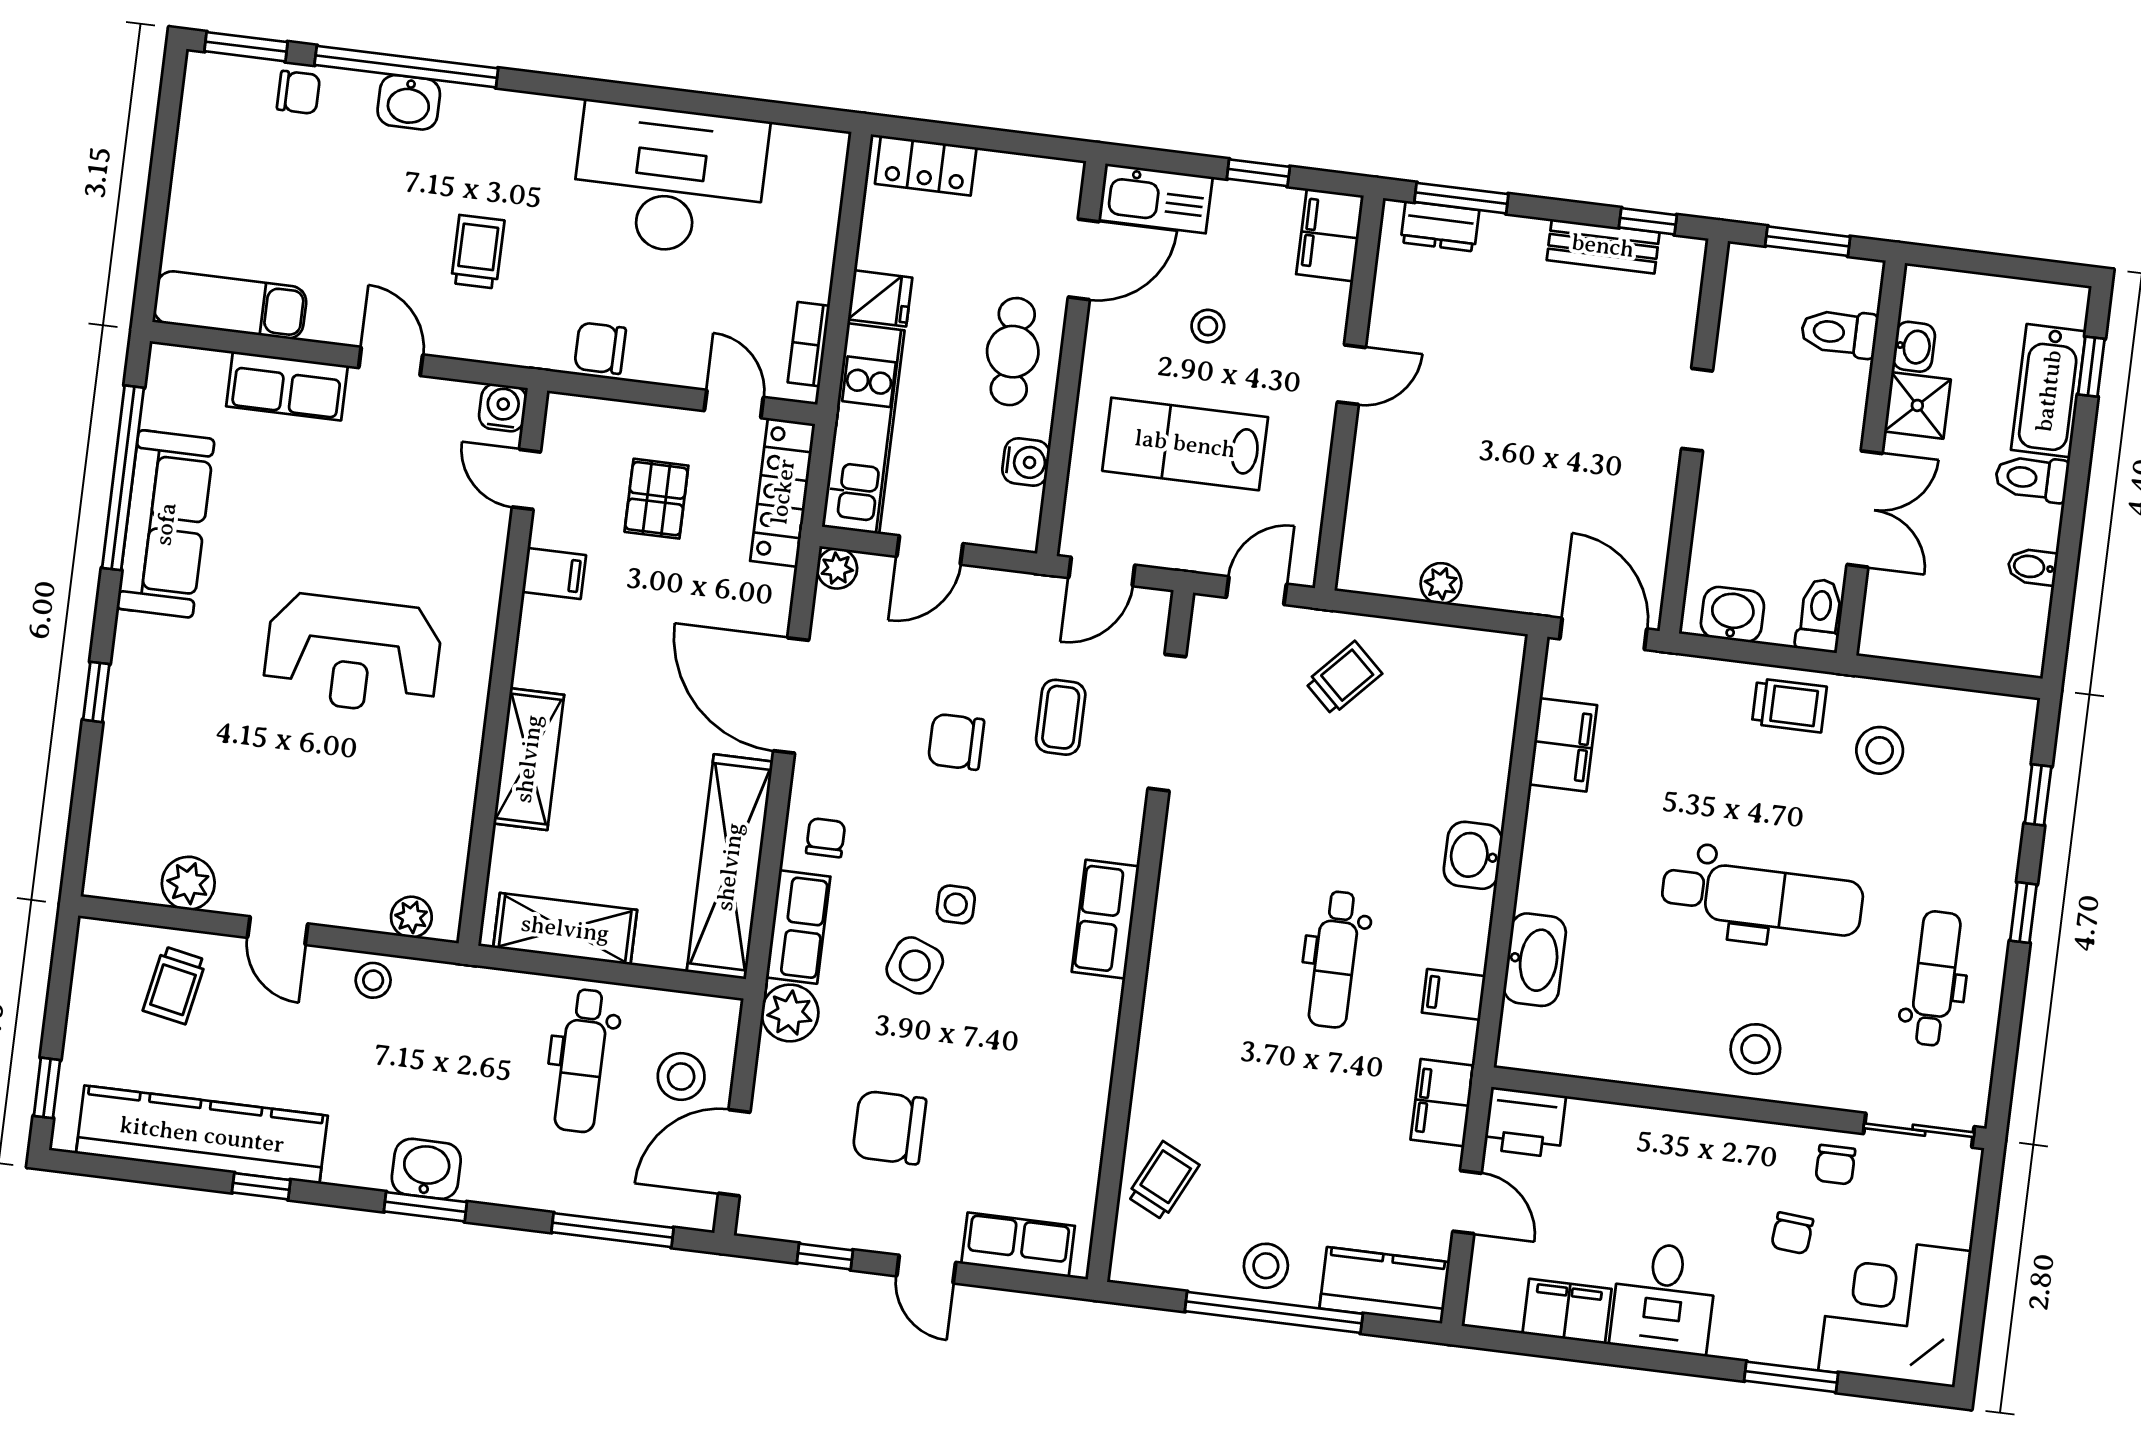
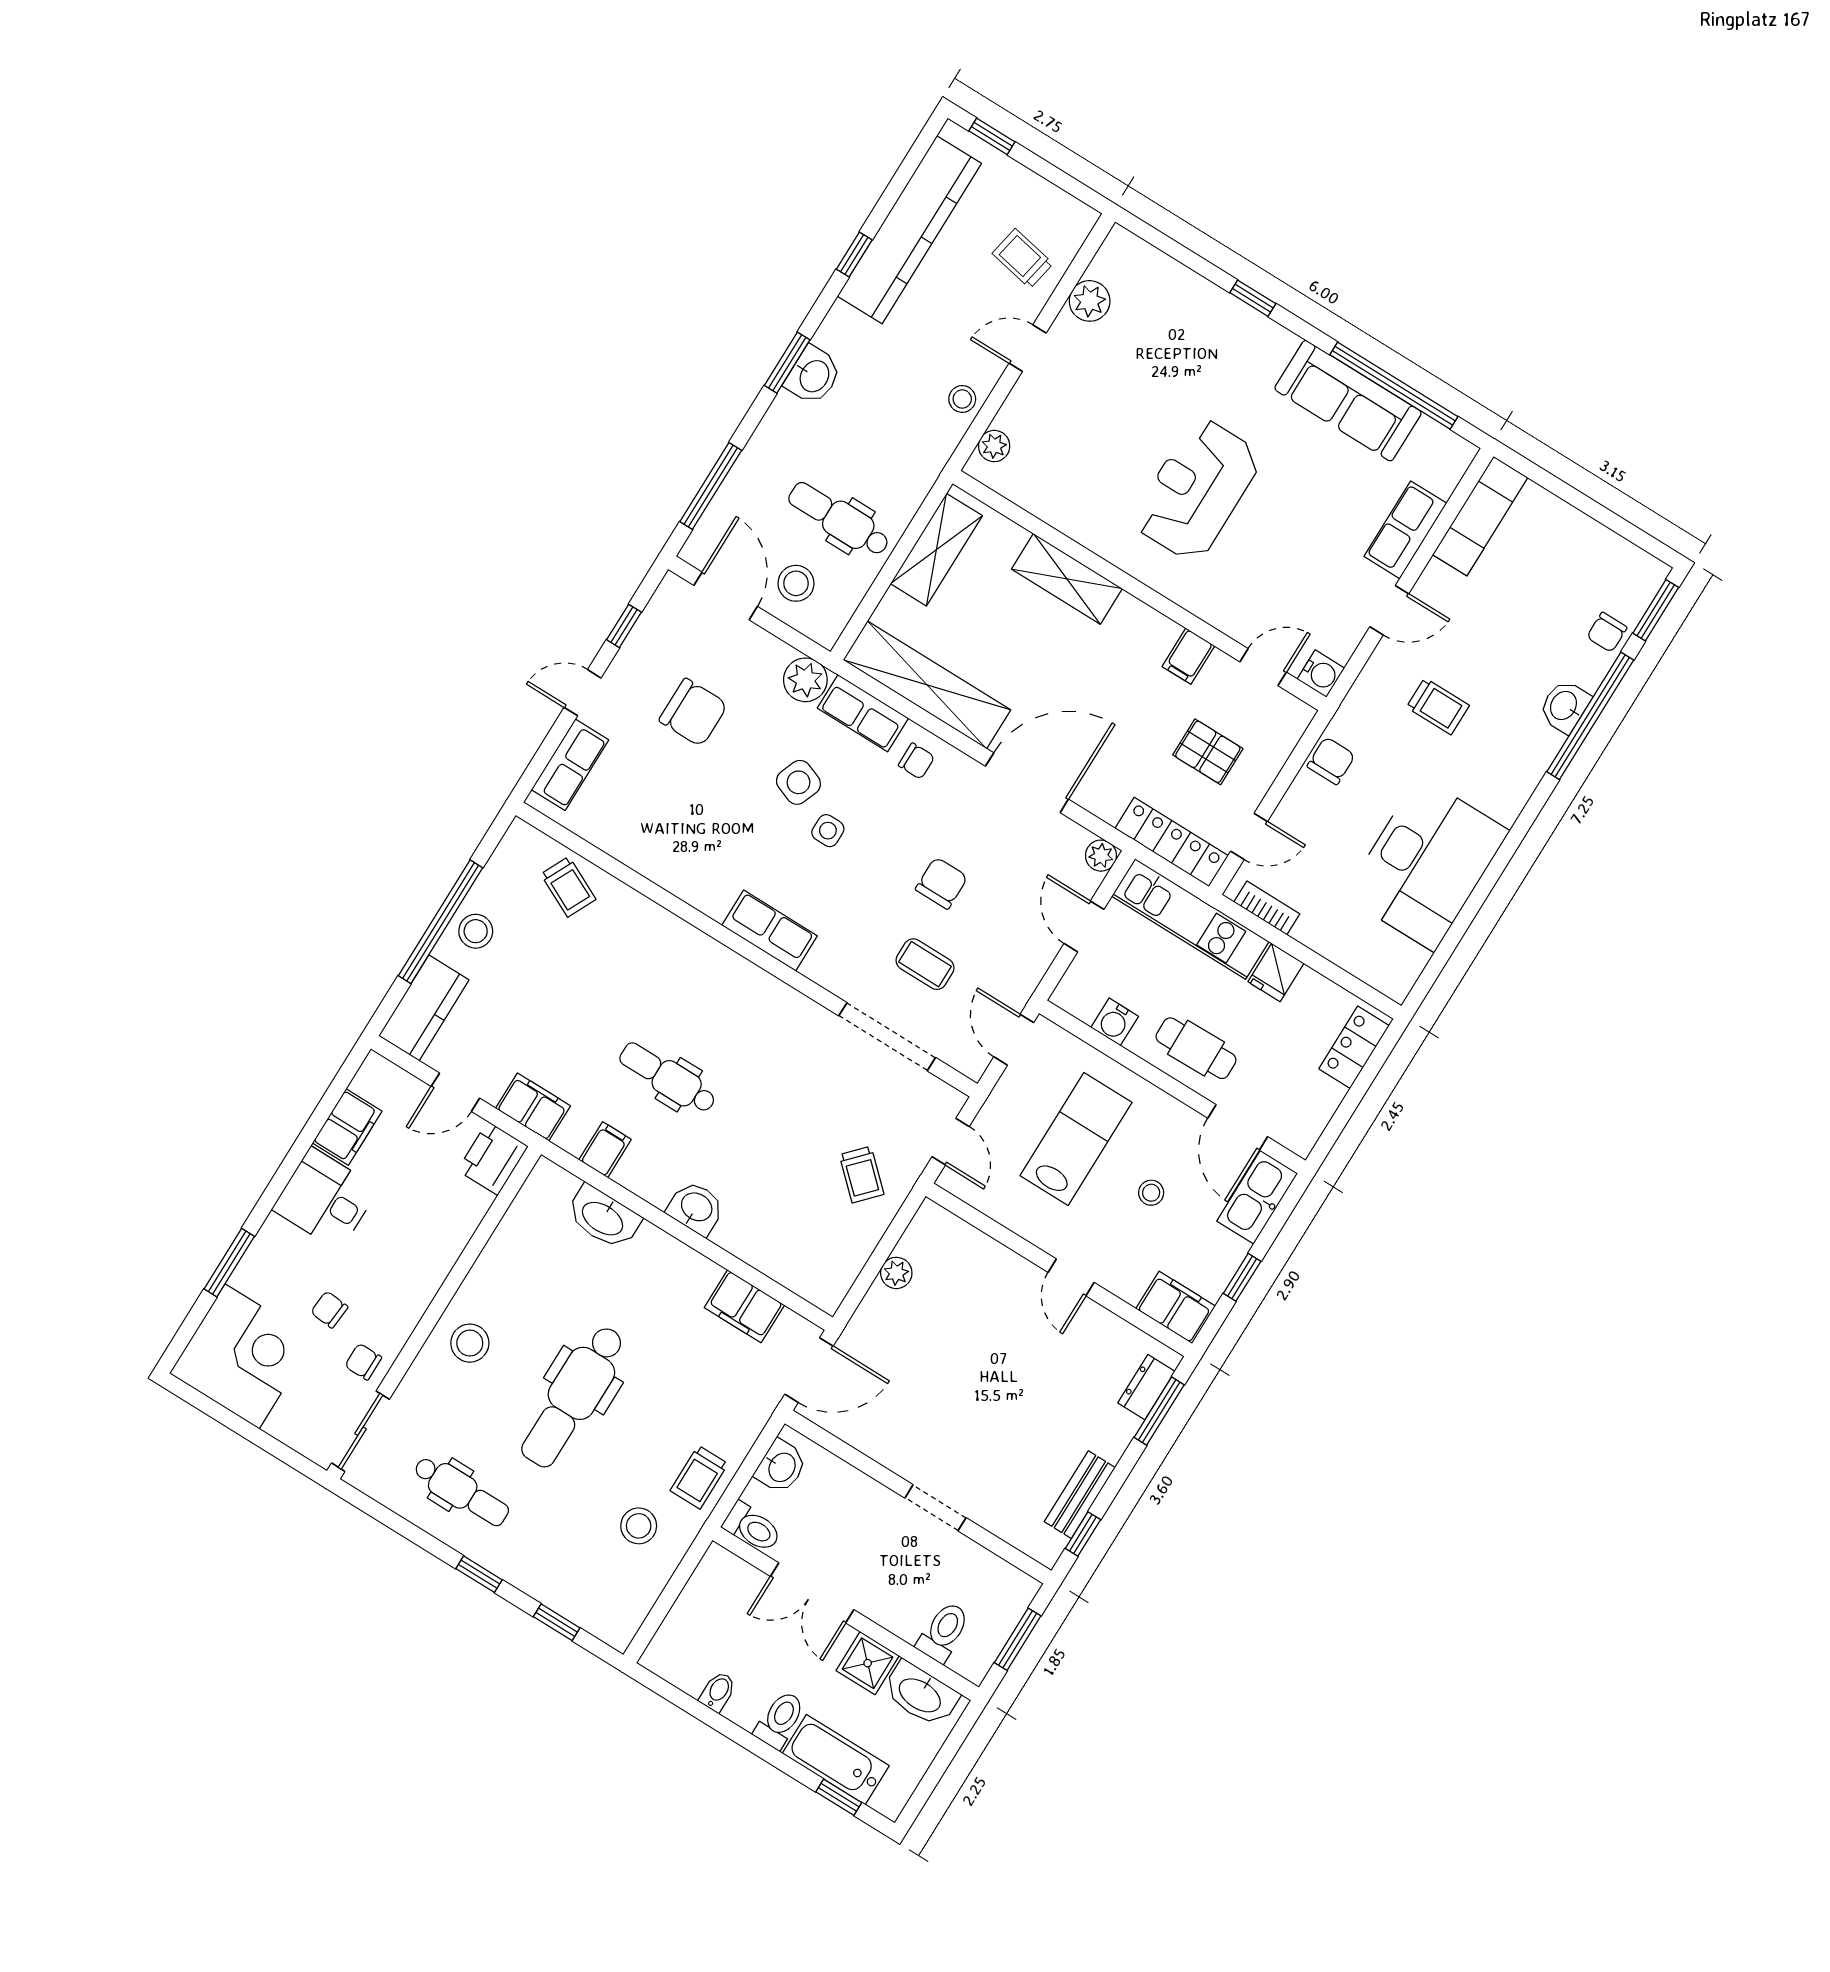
washbasin: (1914, 347) -> (921, 1694), width x1.91, depth x1.45
chair: (889, 1128) -> (693, 712), turned 90

